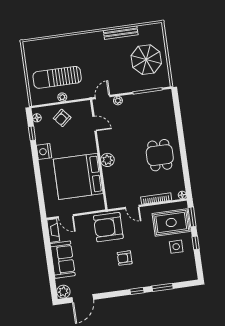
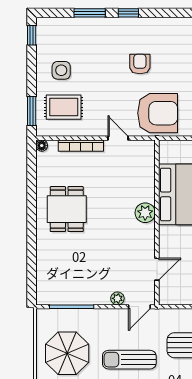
sun lounger: (104, 61) -> (129, 360), added
door: (94, 124) -> (157, 269), swing flipped
rug: (171, 223) -> (64, 107), width x0.73, depth x0.70
window: (196, 243) -> (32, 35), moved
armchair: (125, 258) -> (140, 64), turned -90

